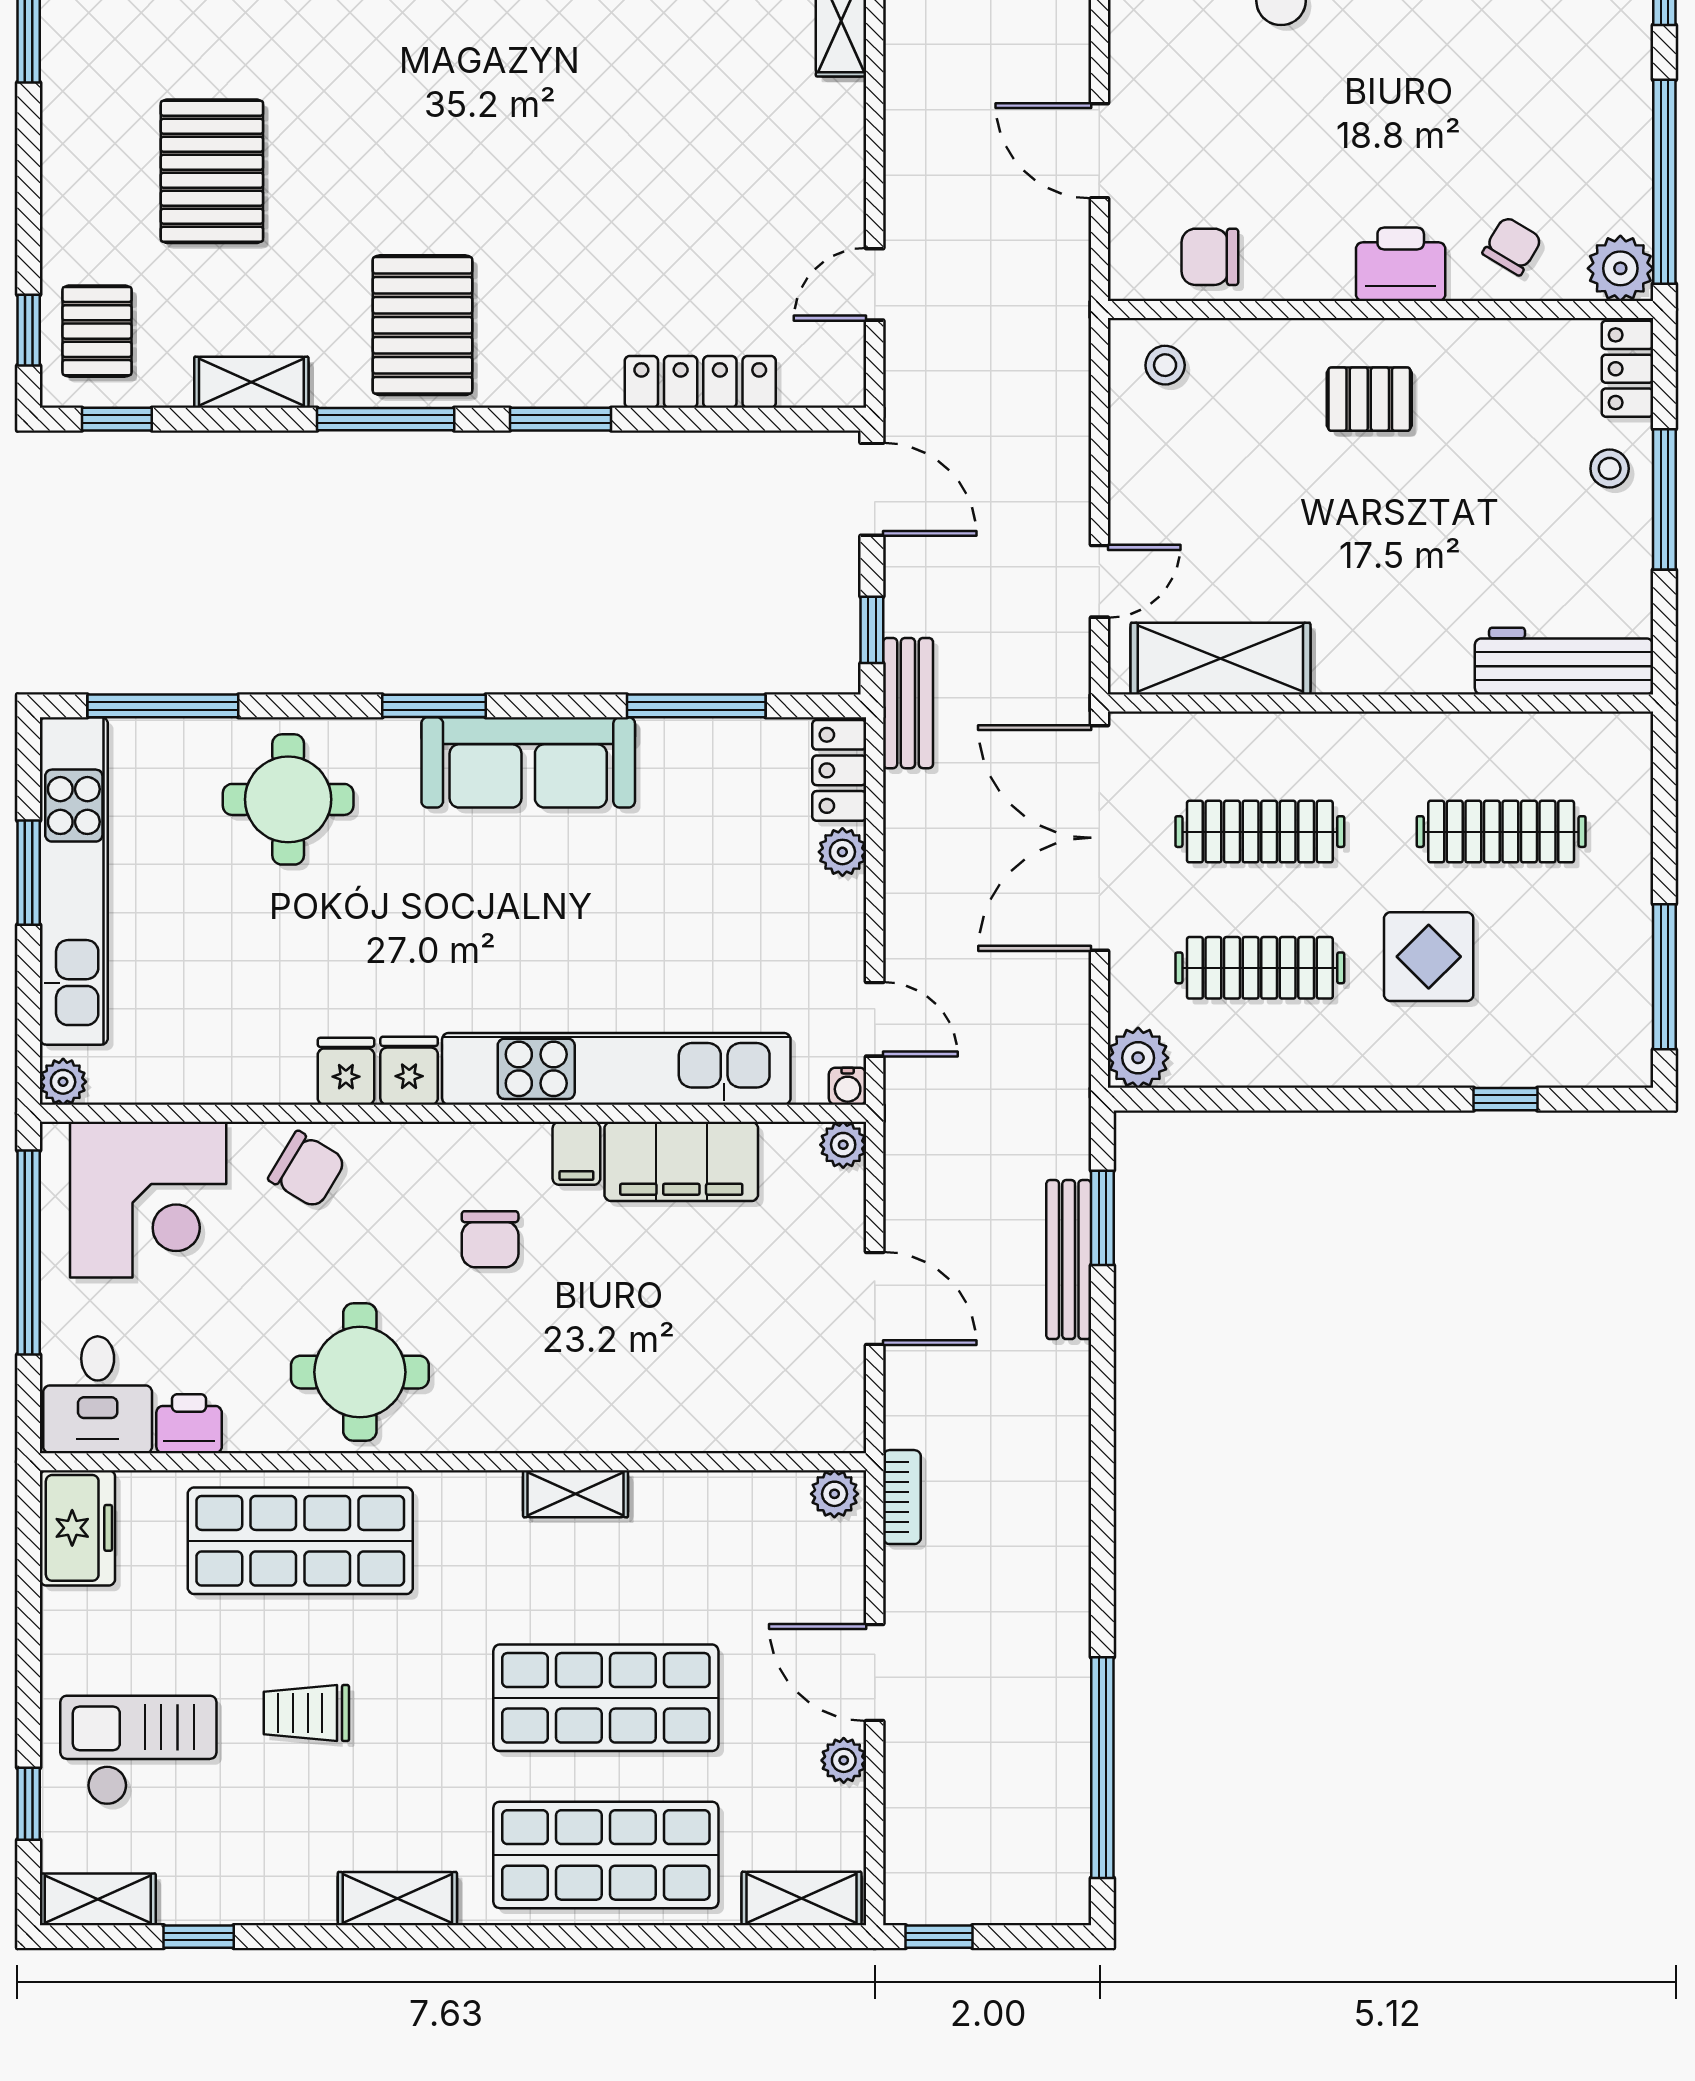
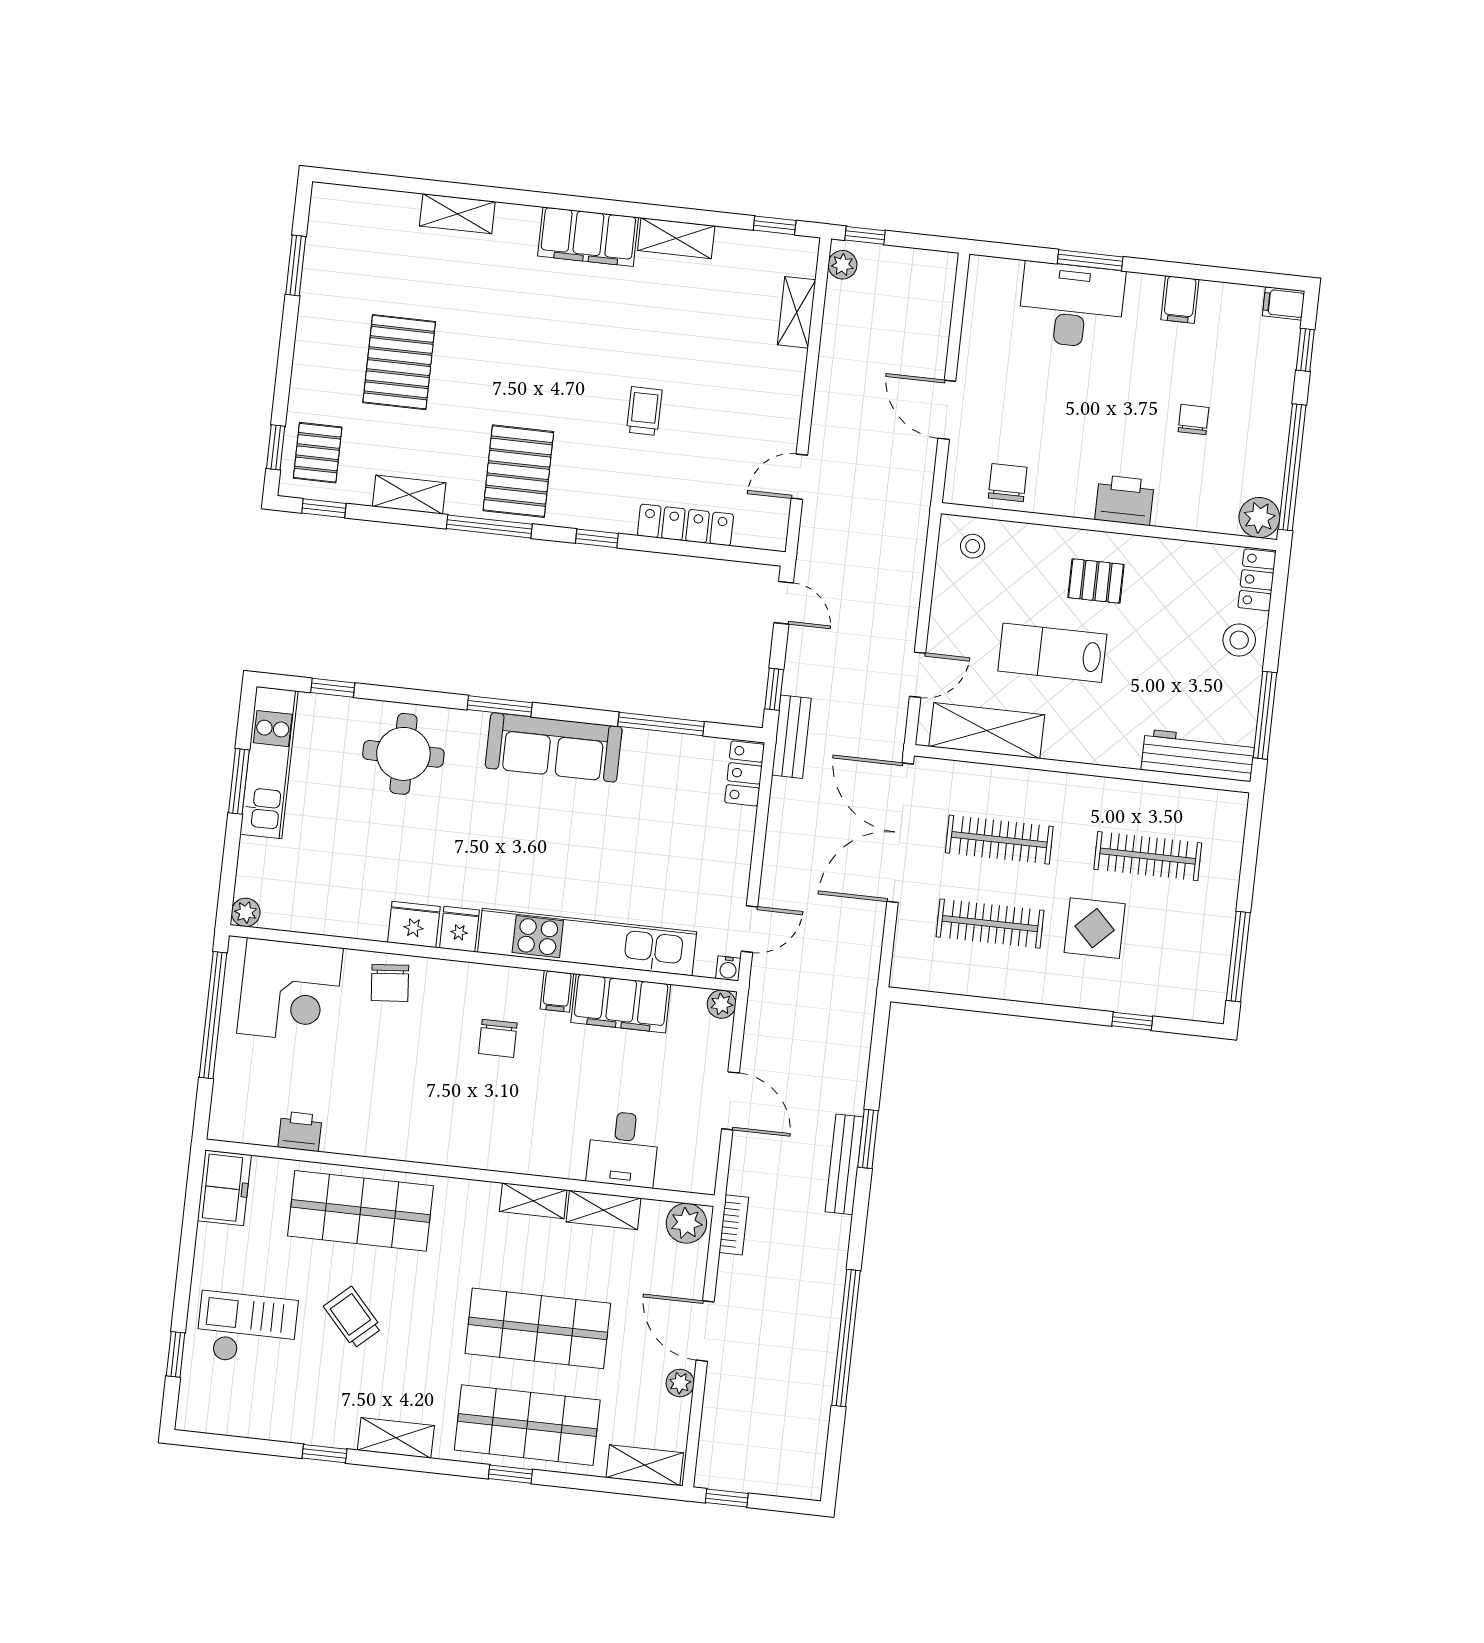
trolley: (614, 206) -> (644, 411), added
chair: (1512, 246) -> (1193, 420), moved, turned -31
chair: (1210, 257) -> (1008, 483), turned 90
window: (560, 419) -> (597, 538), width x0.67
stool: (1610, 469) -> (1239, 640), width x1.37, depth x1.37
door: (872, 489) -> (784, 603), width x0.73
window: (1664, 499) -> (1265, 715), moved
lab bench: (1312, 522) -> (1052, 653), added
window: (163, 706) -> (333, 688), width x0.46
plant: (842, 852) -> (741, 824), removed
kitchen unit: (74, 881) -> (269, 763), width x0.73
door: (875, 1019) -> (749, 929), hinge flipped
plant: (1138, 1058) -> (909, 971), removed
fridge: (346, 1071) -> (414, 924), width x1.38
chair: (307, 1170) -> (390, 983), turned 54
window: (1102, 1218) -> (868, 1139), moved
bench: (1069, 1260) -> (844, 1164), moved
round table: (360, 1372) -> (409, 1111), removed
desk: (98, 1395) -> (623, 1149), moved
plant: (834, 1494) -> (686, 1223), width x1.38, depth x1.38
trolley: (306, 1713) -> (353, 1317), turned 48
window: (1102, 1768) -> (846, 1338), moved
shelving: (98, 1899) -> (604, 1210), moved
window: (199, 1937) -> (324, 1454), moved
window: (588, 1937) -> (510, 1474), added

